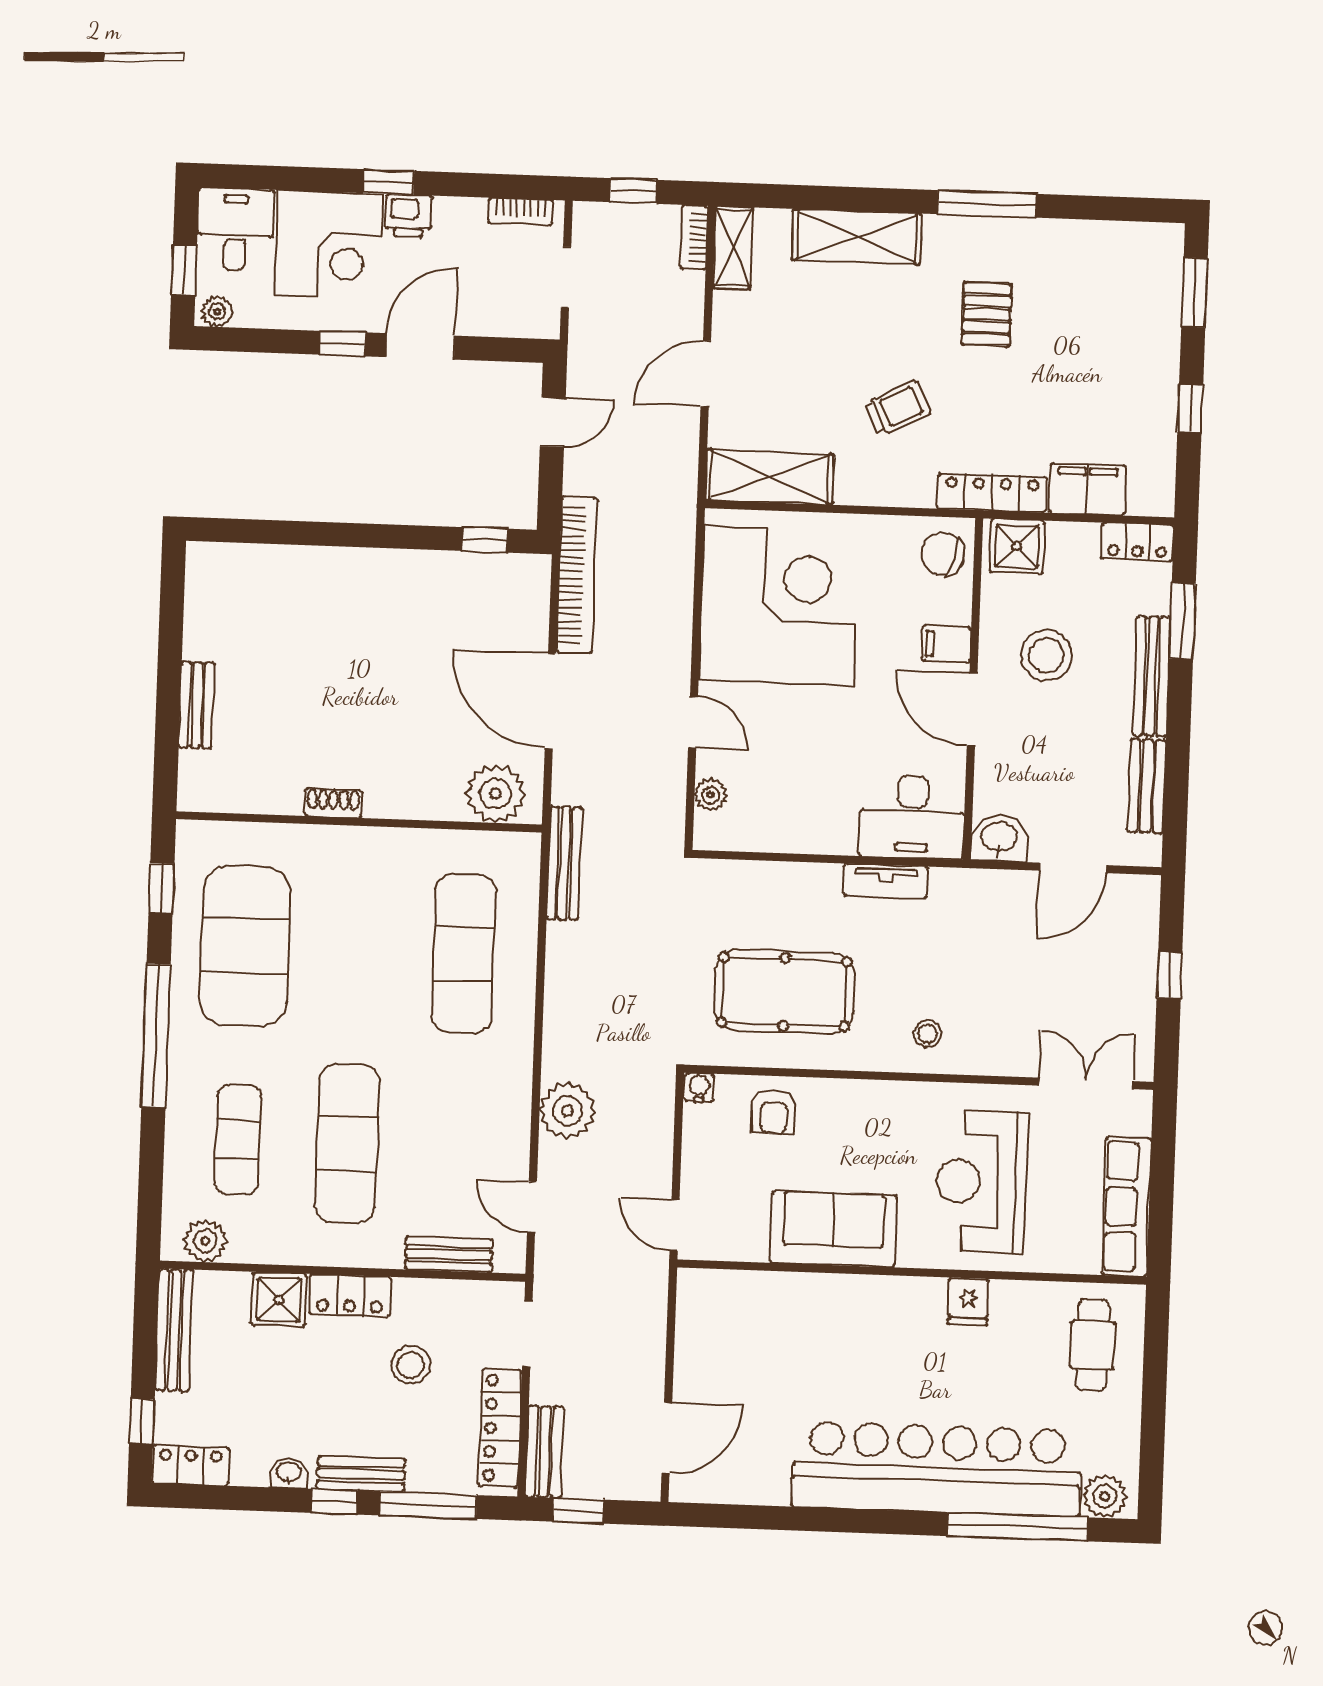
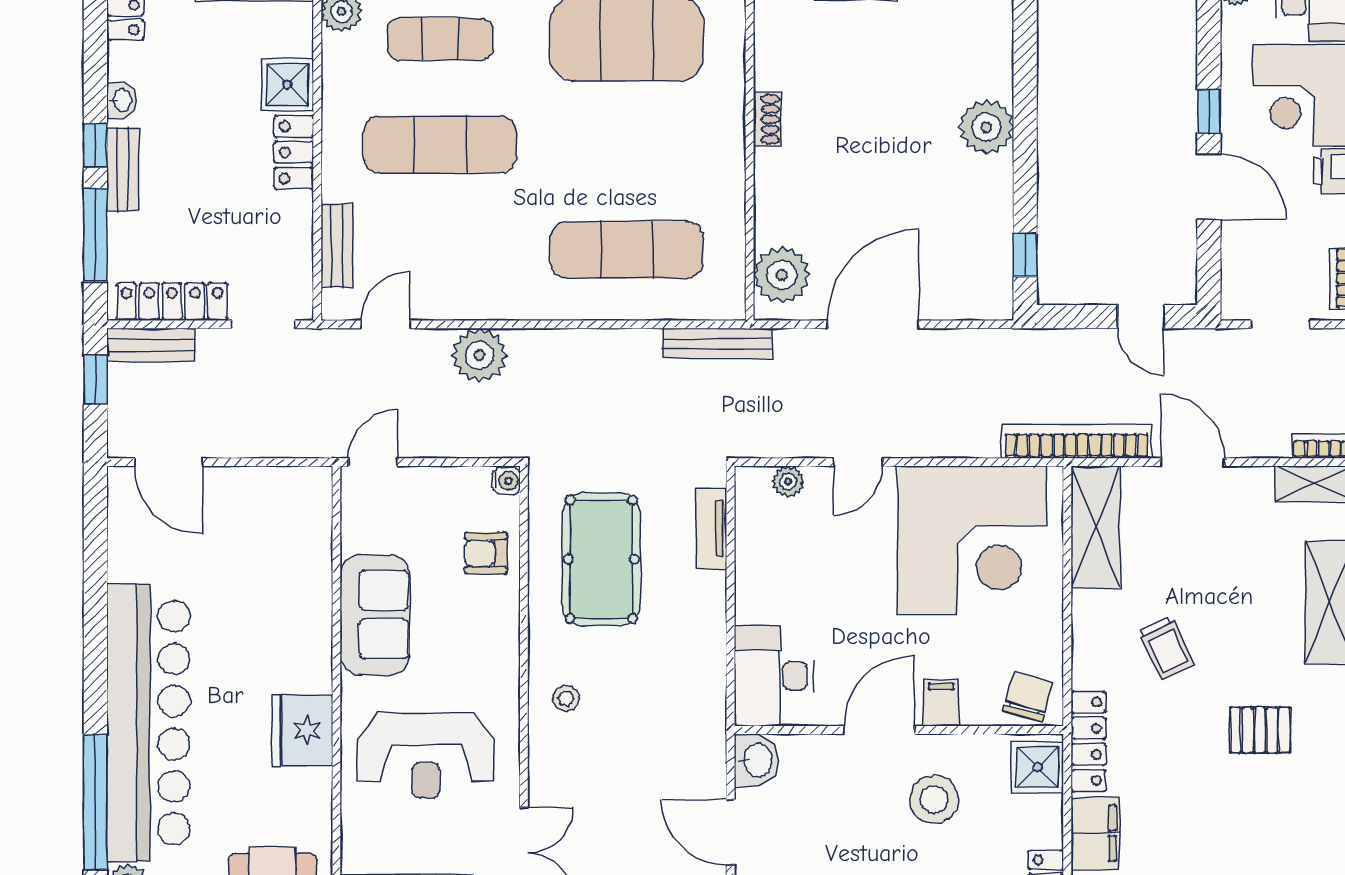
plant: (350, 575) -> (986, 127), added
bookcase: (577, 575) -> (1077, 441), moved, turned 180
tv unit: (886, 881) -> (711, 529), moved
reception desk: (981, 1182) -> (426, 755), turned 180
fridge: (968, 1302) -> (302, 730), width x1.88, depth x1.34
stool: (411, 1365) -> (230, 214), removed

